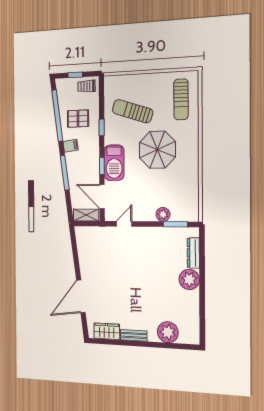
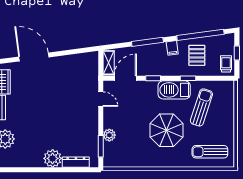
barbecue: (114, 163) -> (174, 90), moved

